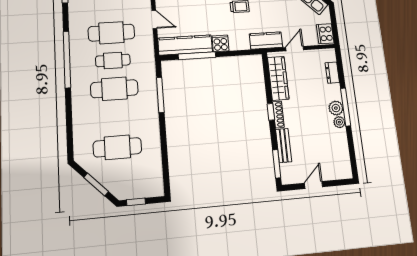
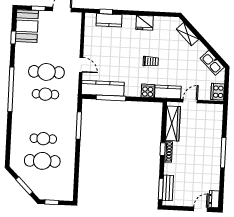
cooker: (221, 43) -> (148, 91), moved
dresser: (332, 73) -> (214, 199), moved
cafe table: (114, 89) -> (43, 139), moved, width x0.73, depth x0.74
plant: (336, 108) -> (215, 153), removed
plant: (339, 122) -> (216, 164), removed
bench: (284, 145) -> (168, 188), moved
door: (314, 185) -> (201, 209), moved

